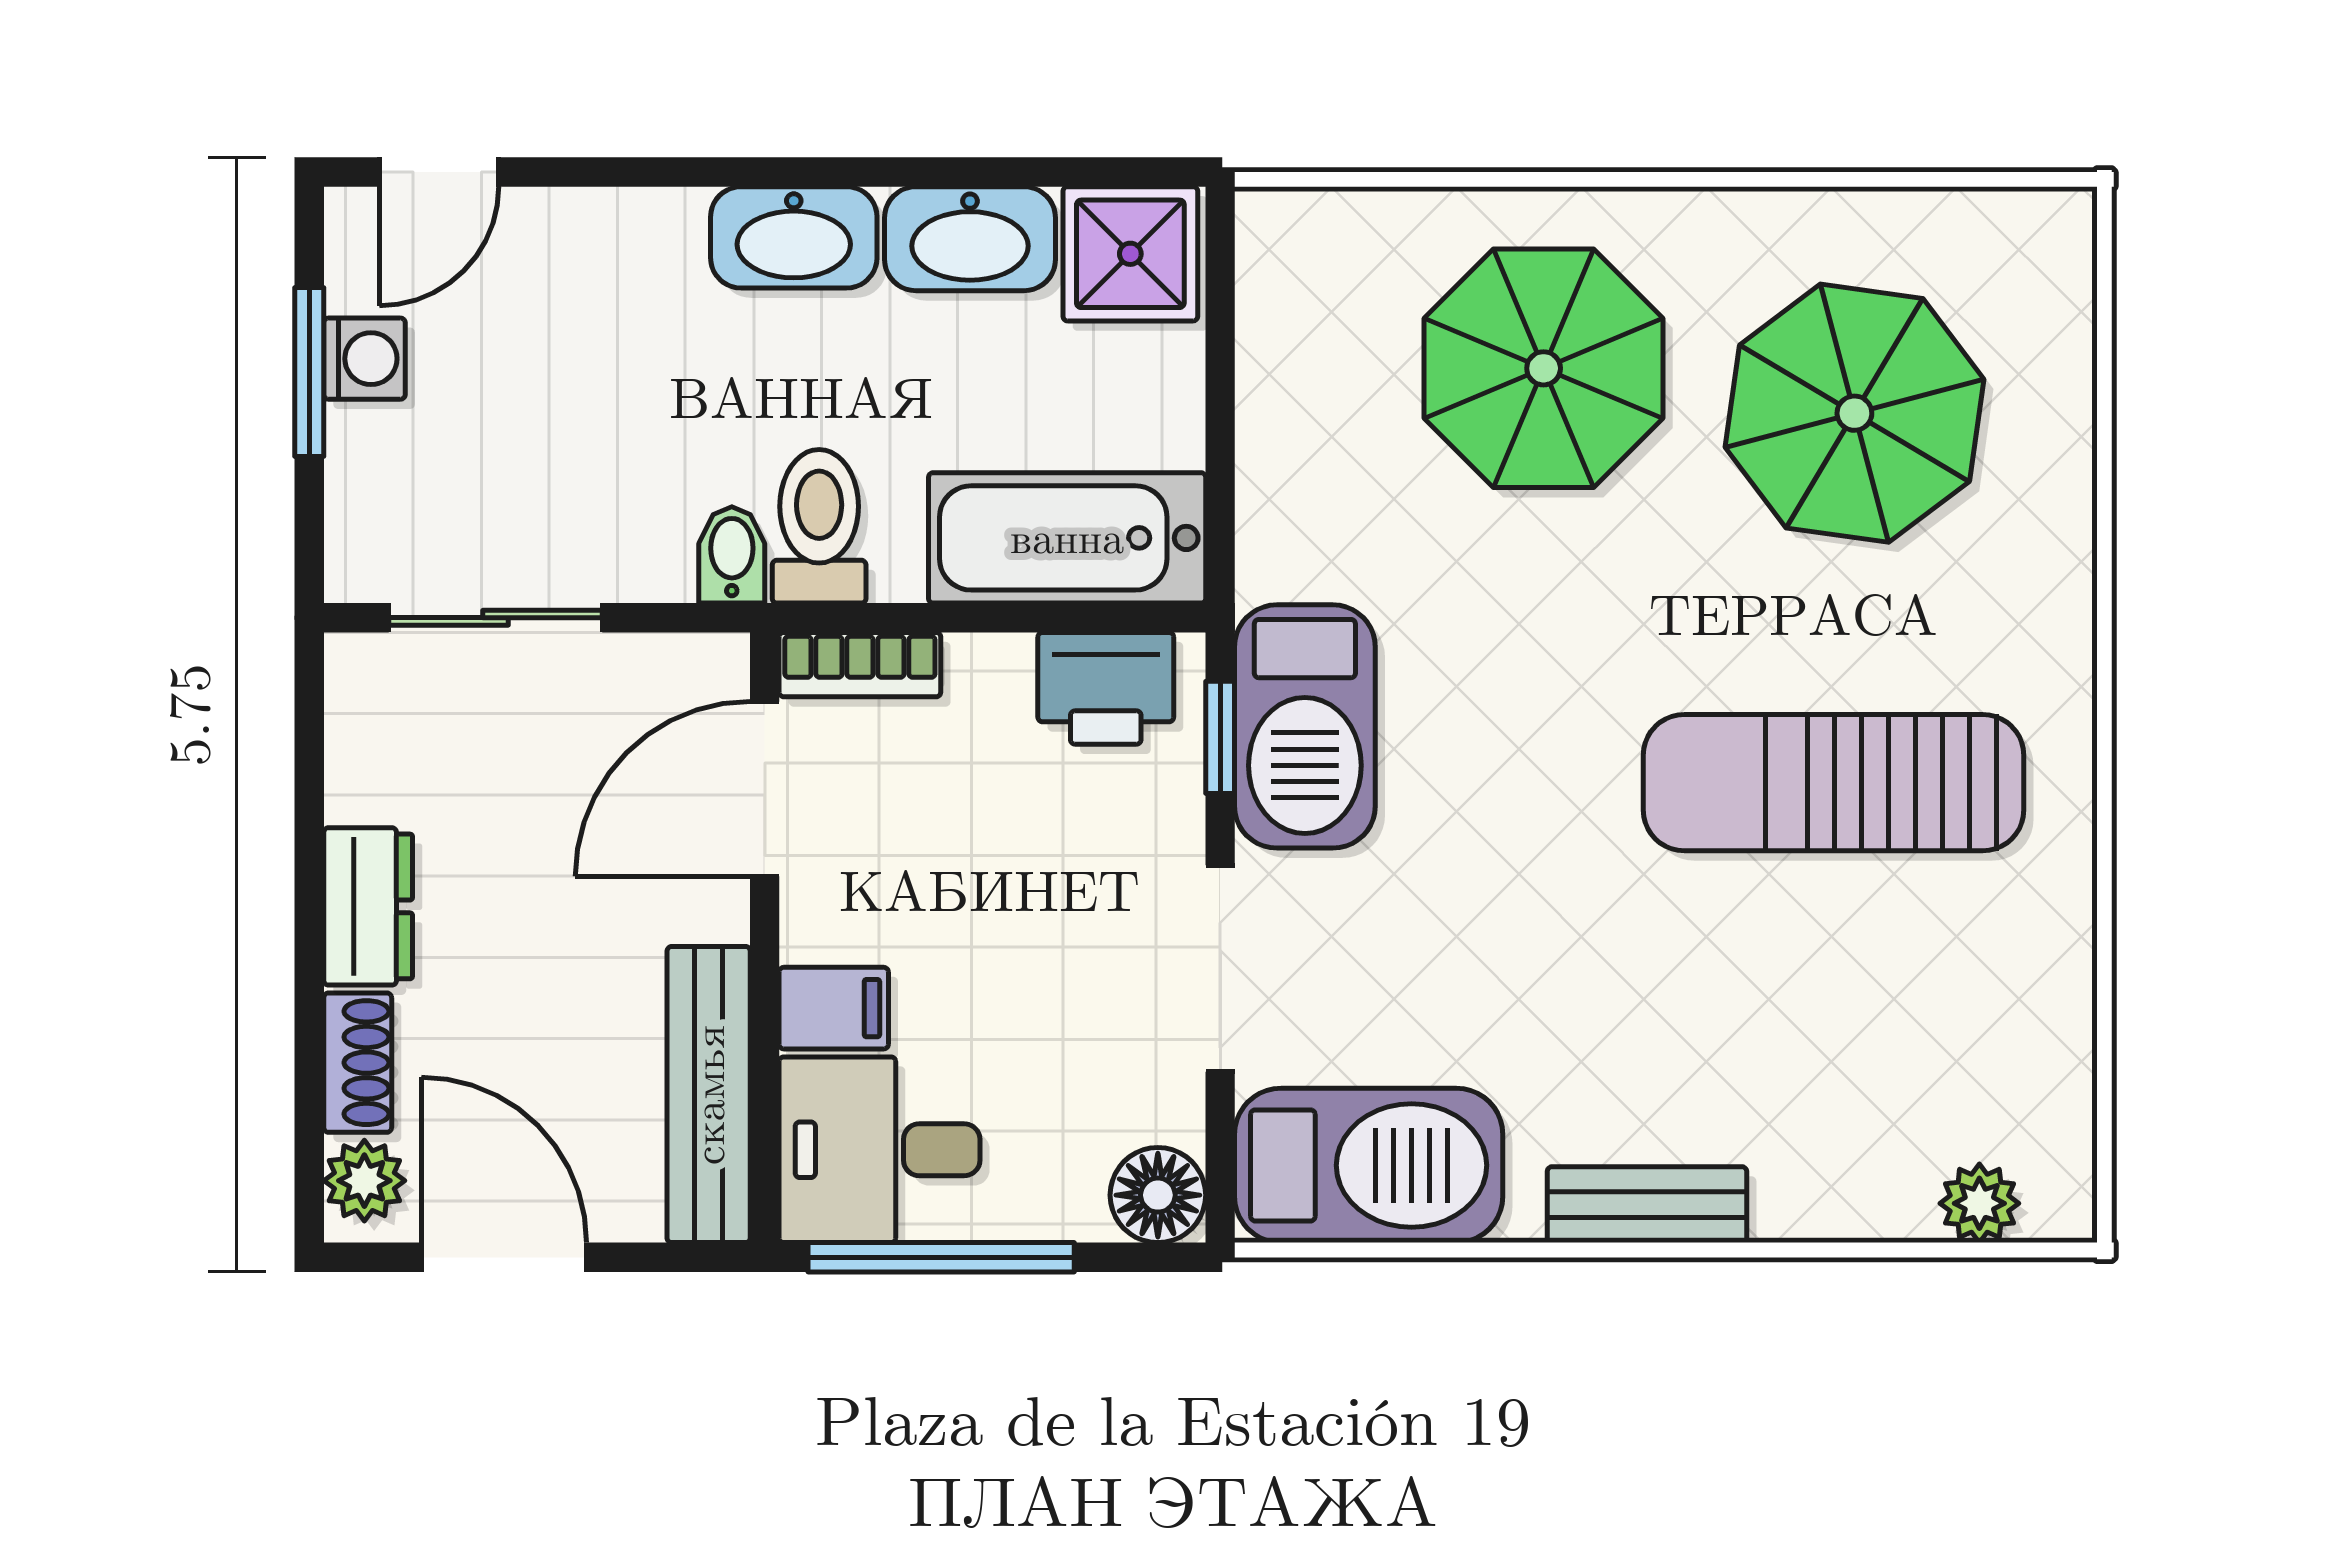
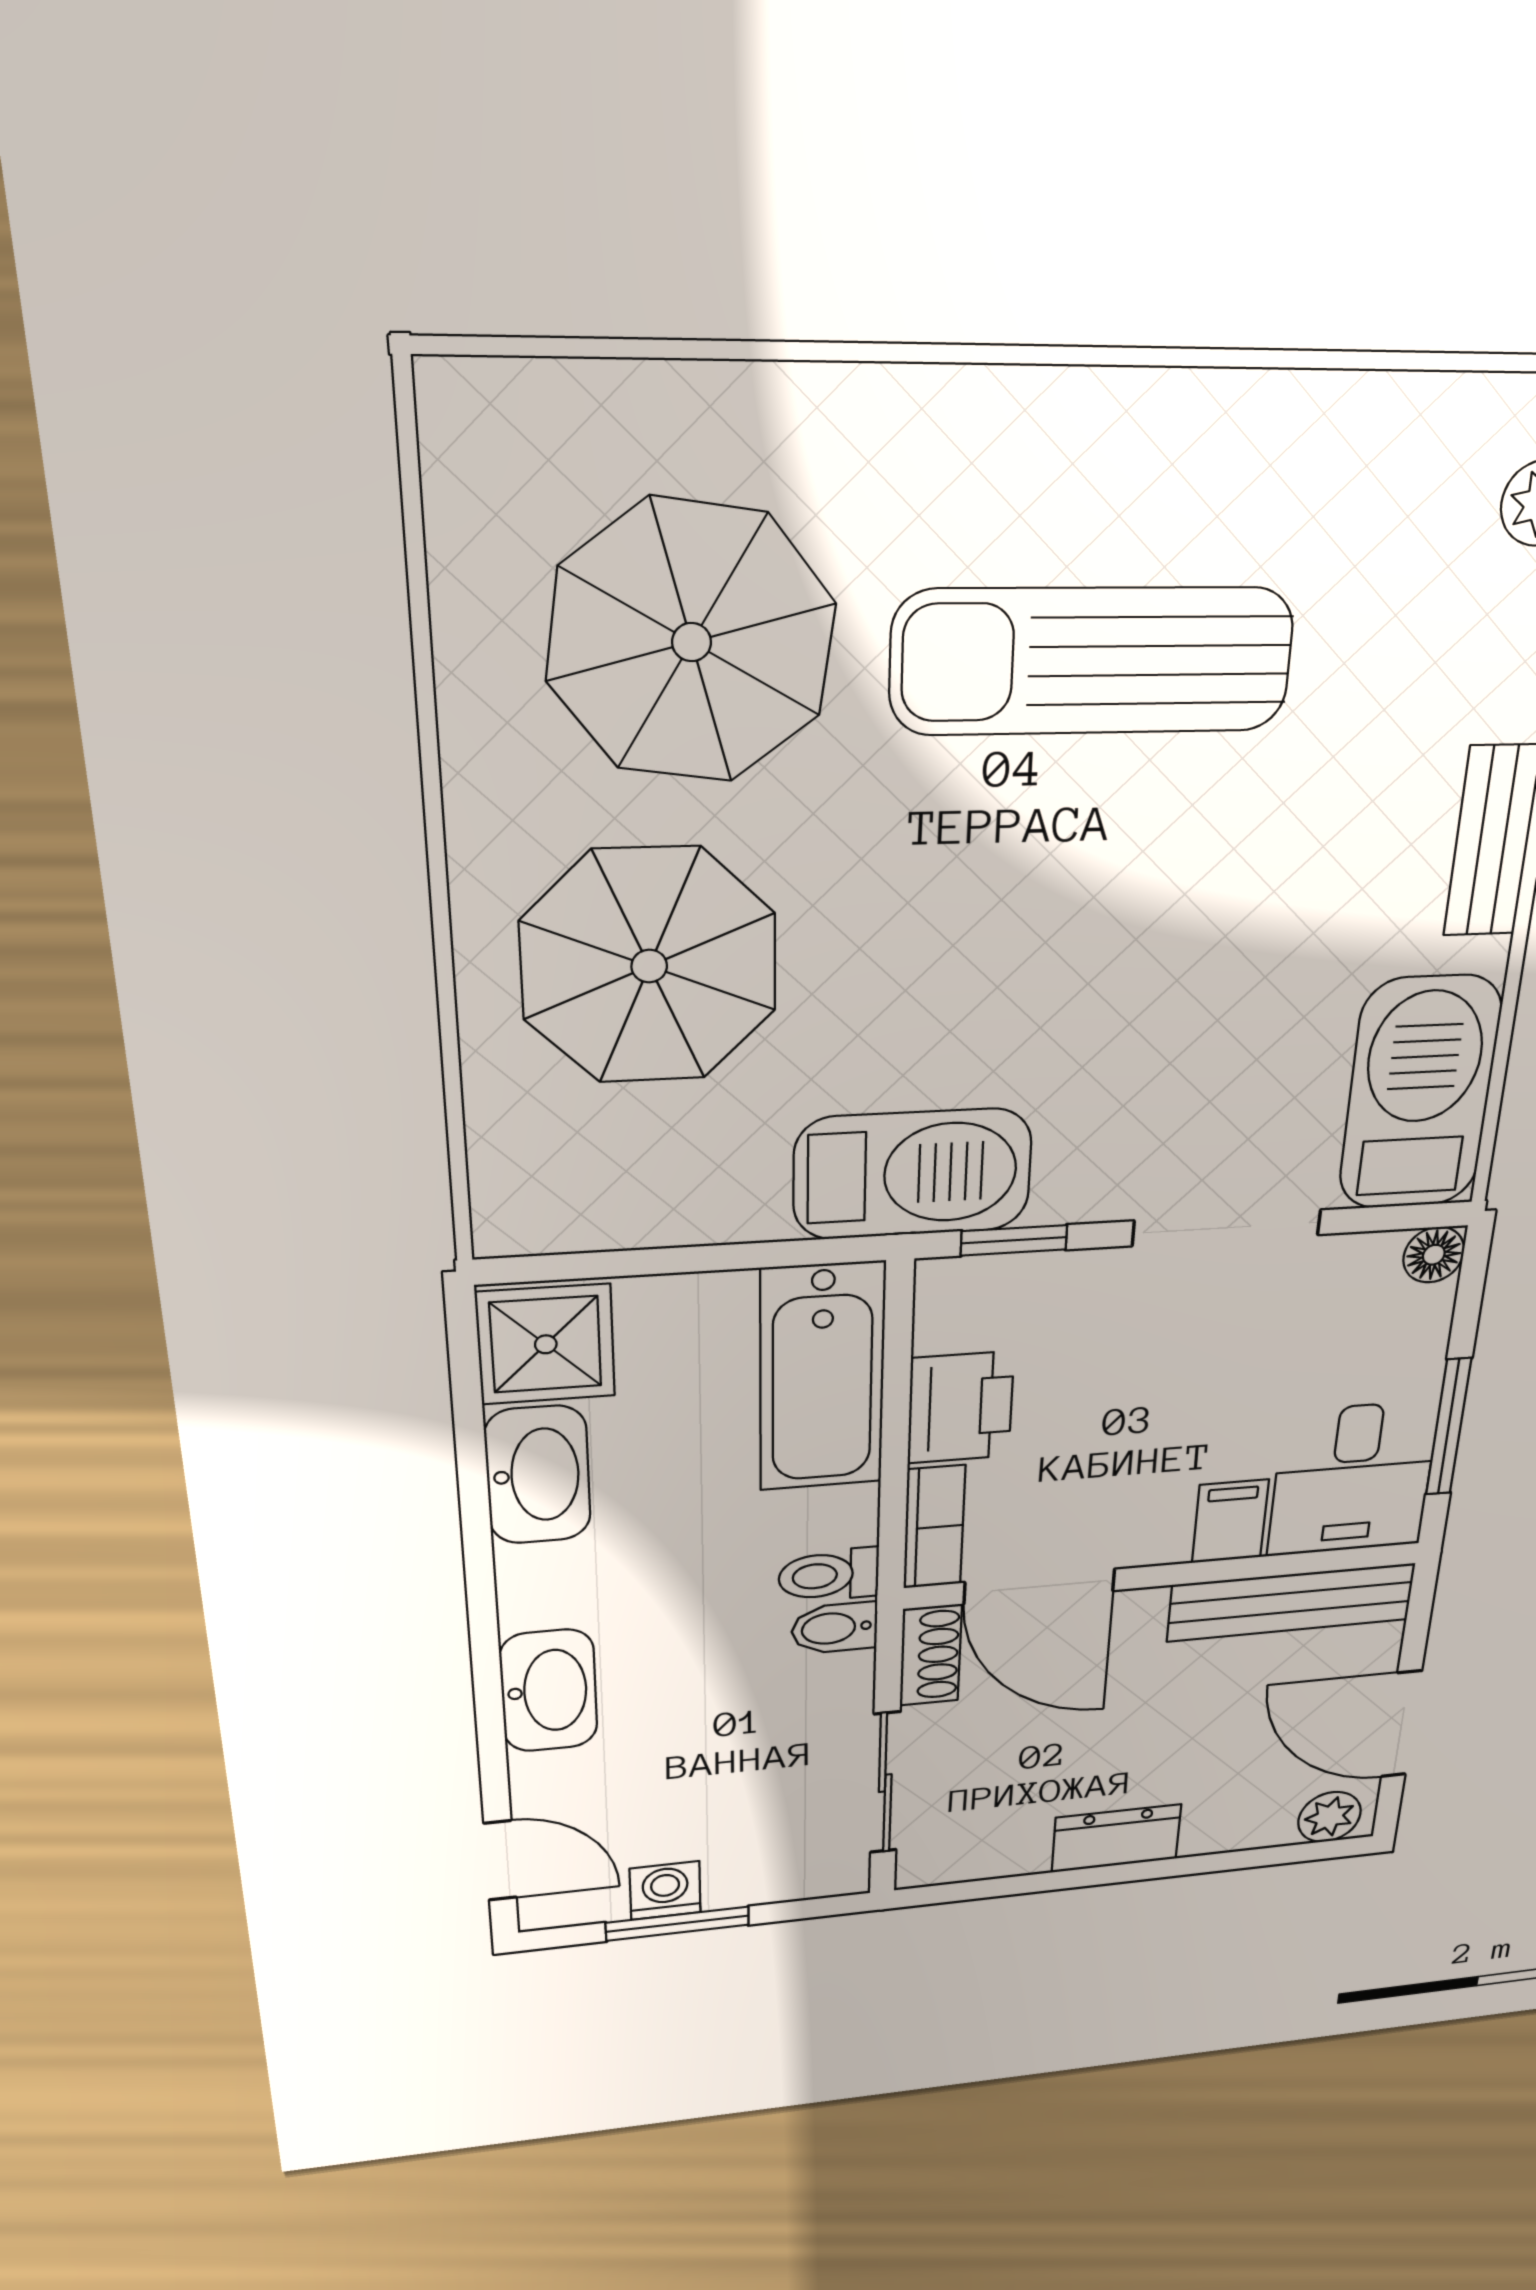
washbasin: (794, 237) -> (549, 1691), moved
toilet: (819, 526) -> (829, 1575), width x0.73, depth x0.72
printer: (1106, 688) -> (960, 1407), moved
barbecue: (1305, 726) -> (913, 1174), moved
sun lounger: (1834, 783) -> (1093, 661), turned 90
shoe rack: (358, 1063) -> (931, 1655), moved, turned 90
floor lamp: (1158, 1195) -> (1434, 1255), width x0.73, depth x0.73
door: (504, 1257) -> (1401, 1724), hinge flipped
window: (941, 1257) -> (1449, 1427), width x0.69

